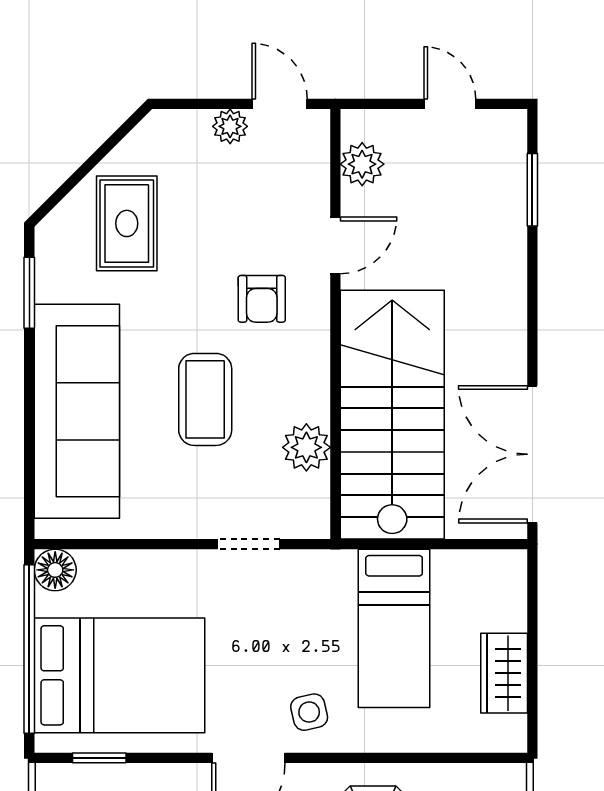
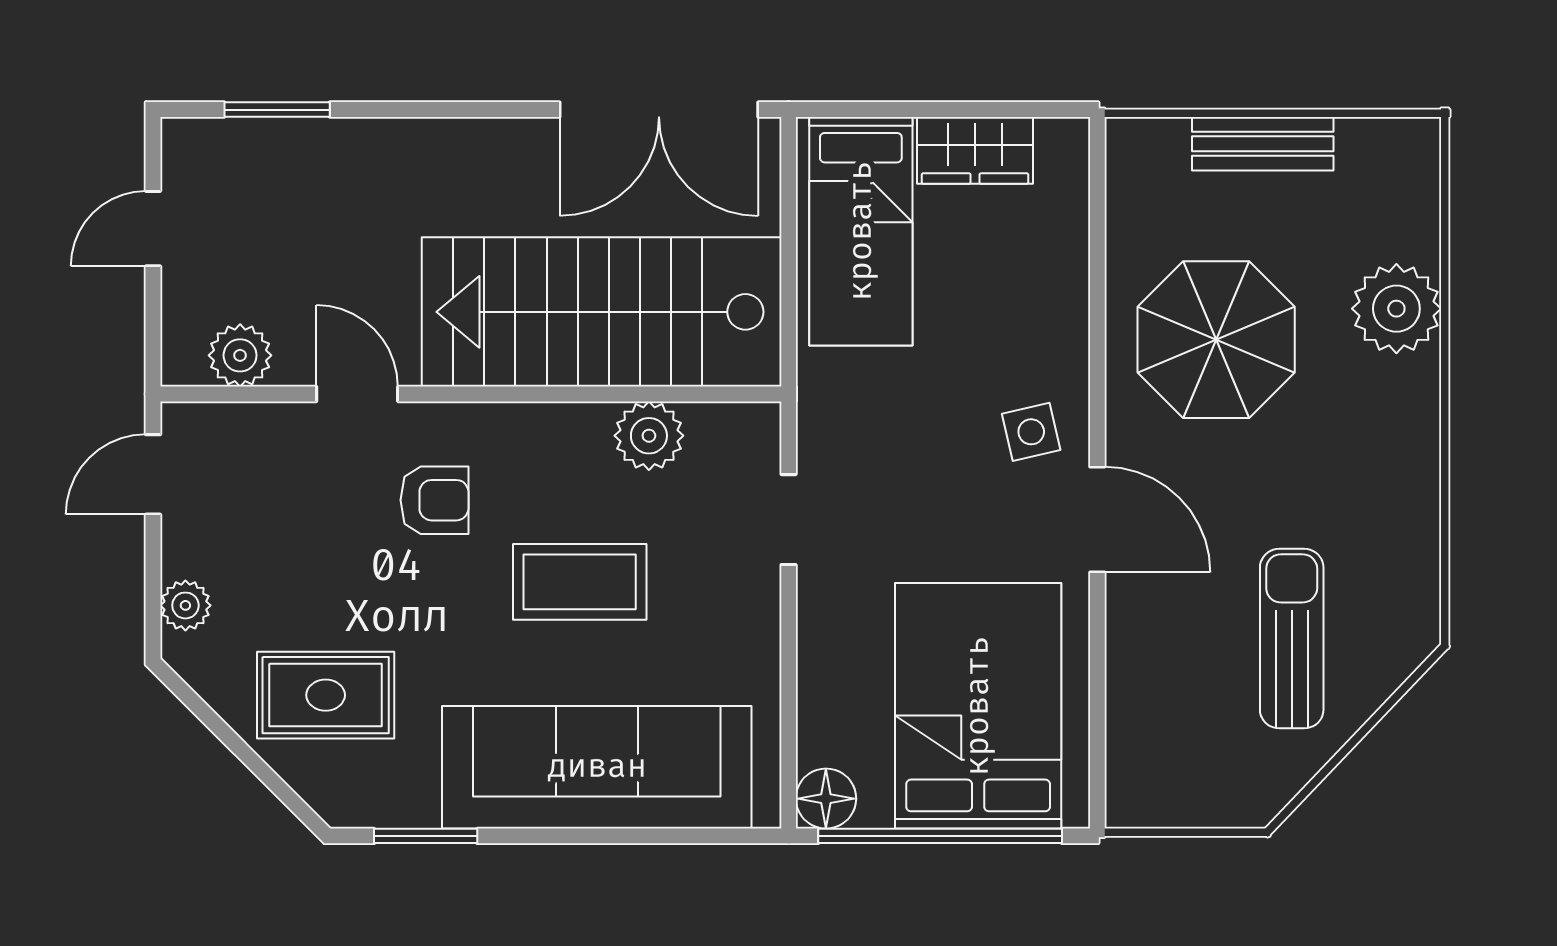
plant: (230, 126) -> (185, 605), moved
bed: (394, 628) -> (861, 231), moved, turned 90
window: (99, 758) -> (1097, 735), removed

